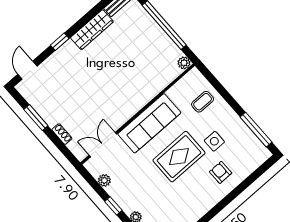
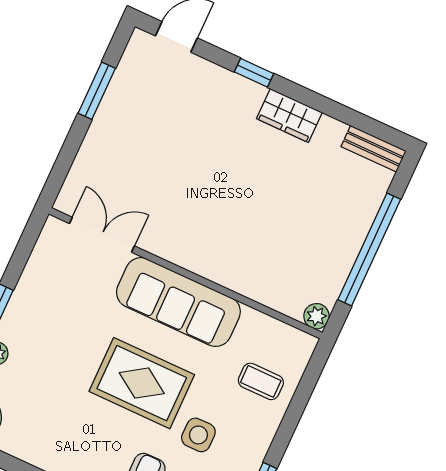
wardrobe: (92, 30) -> (289, 115), width x0.67
shoe rack: (62, 134) -> (88, 152), removed
plant: (104, 180) -> (38, 266), removed

